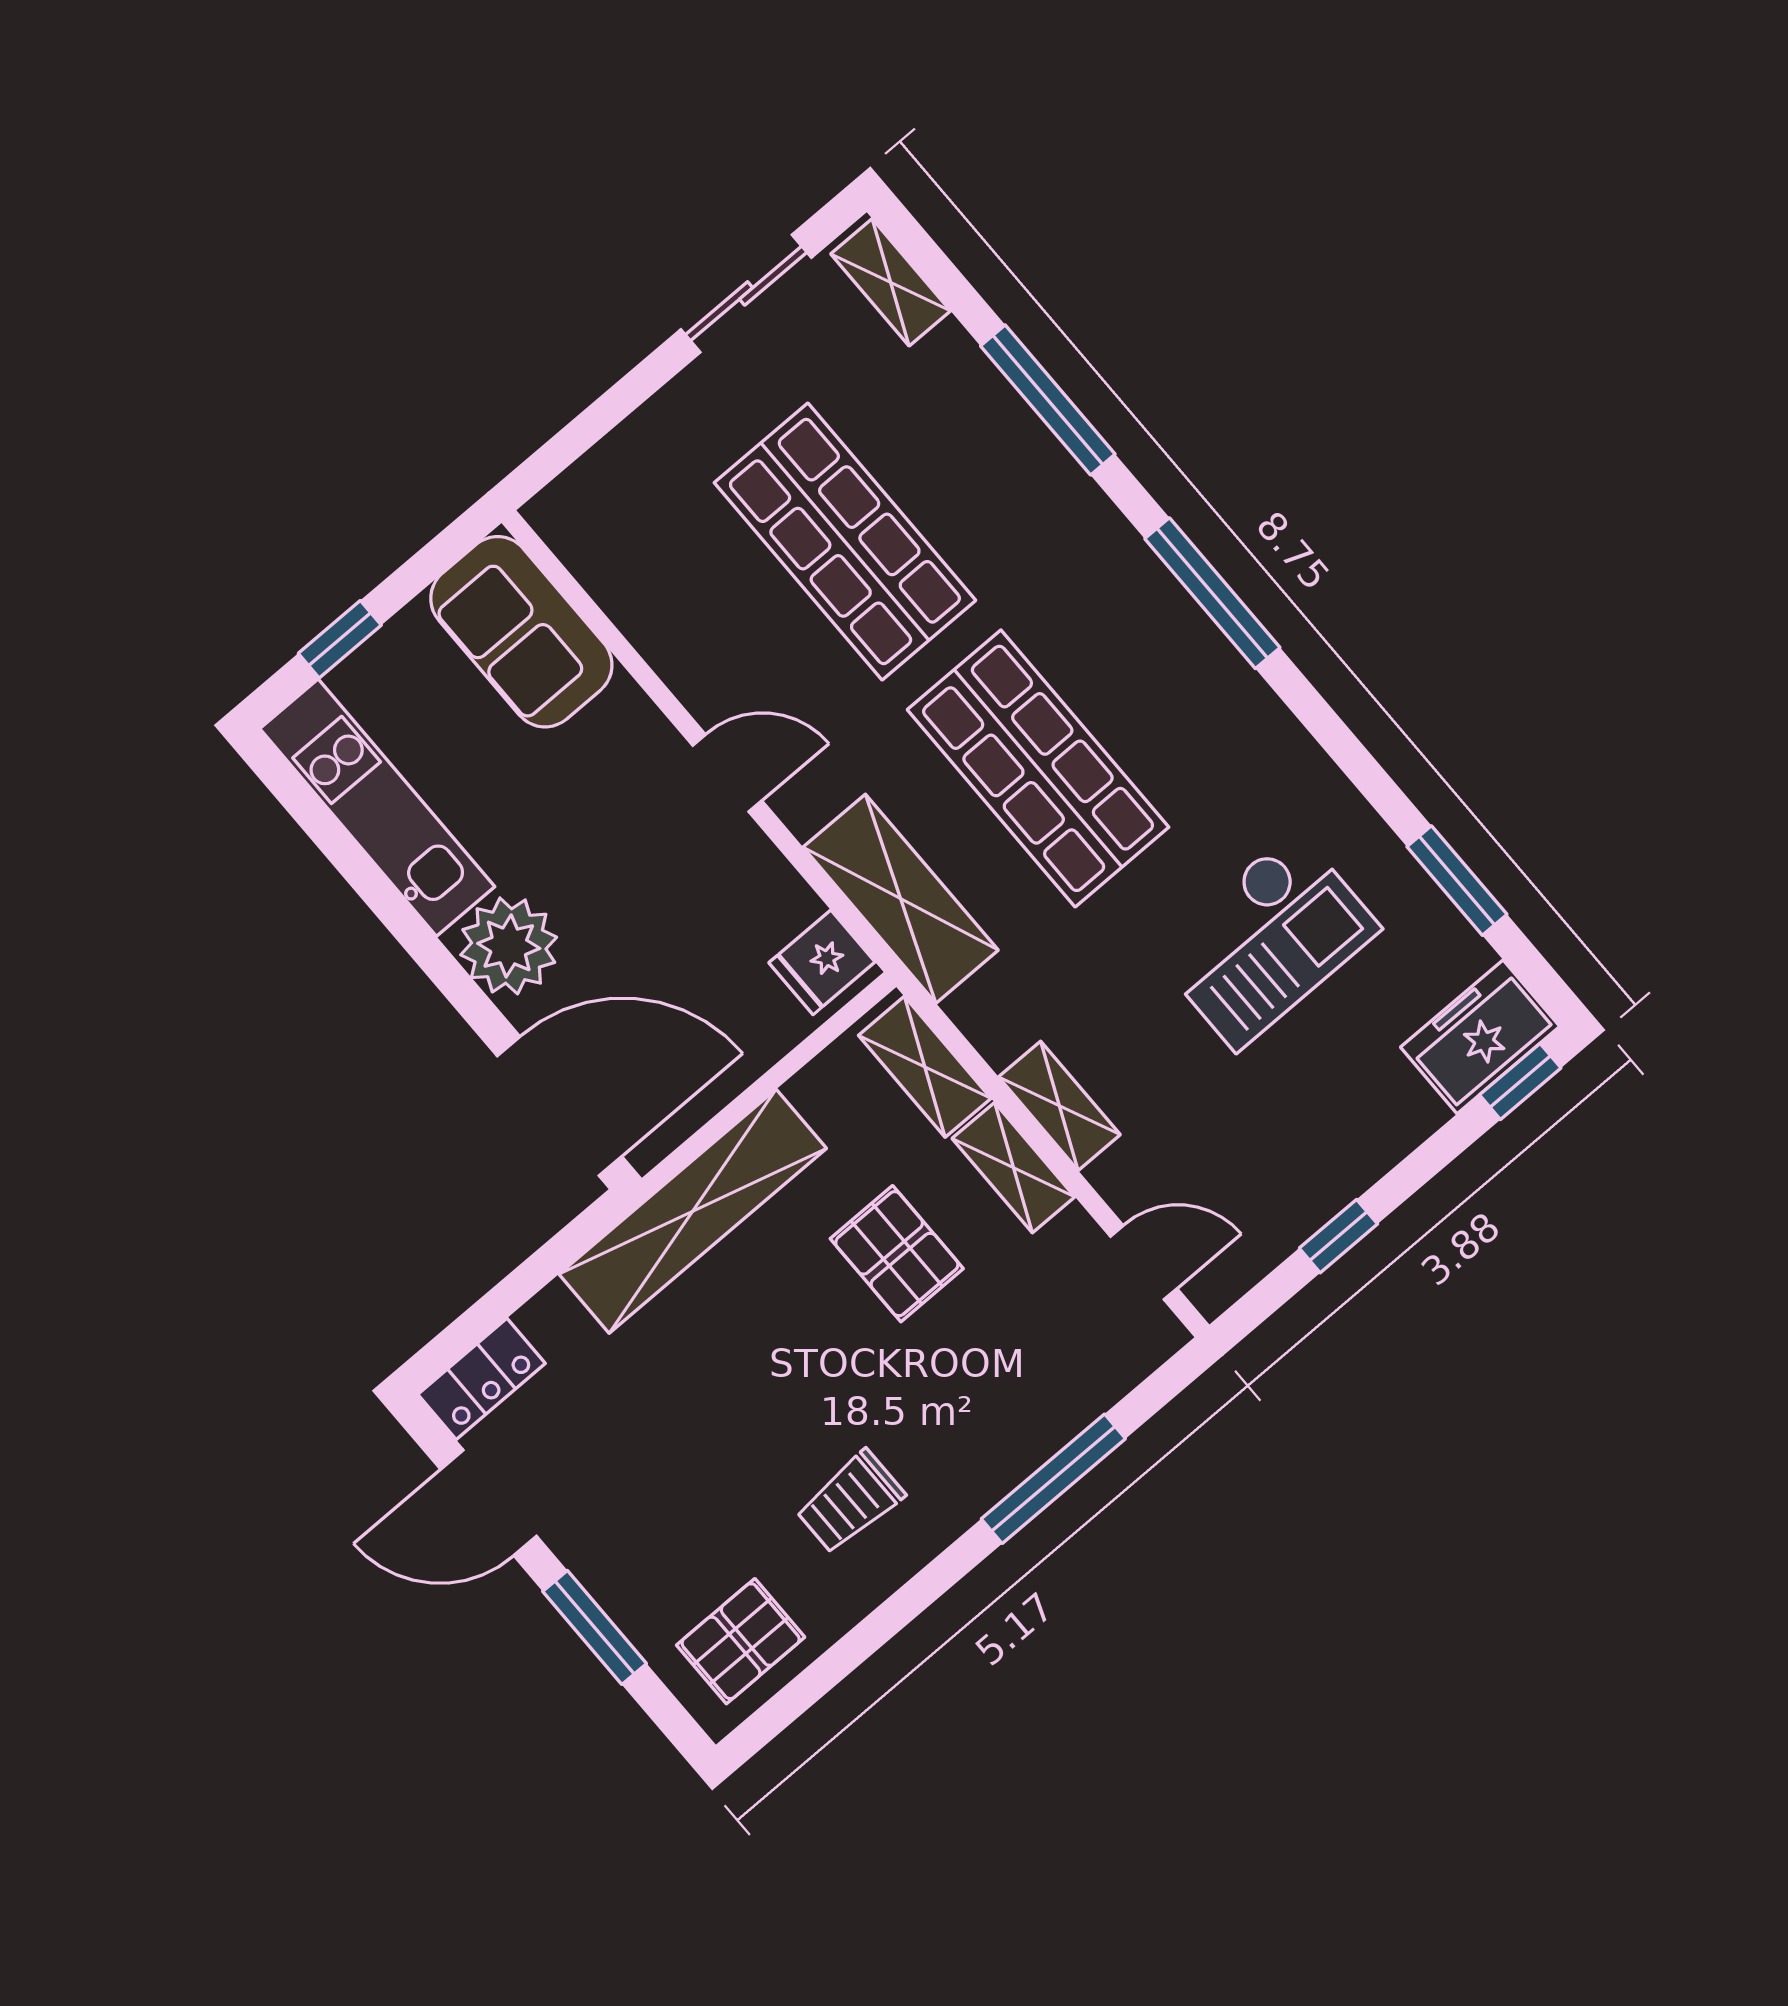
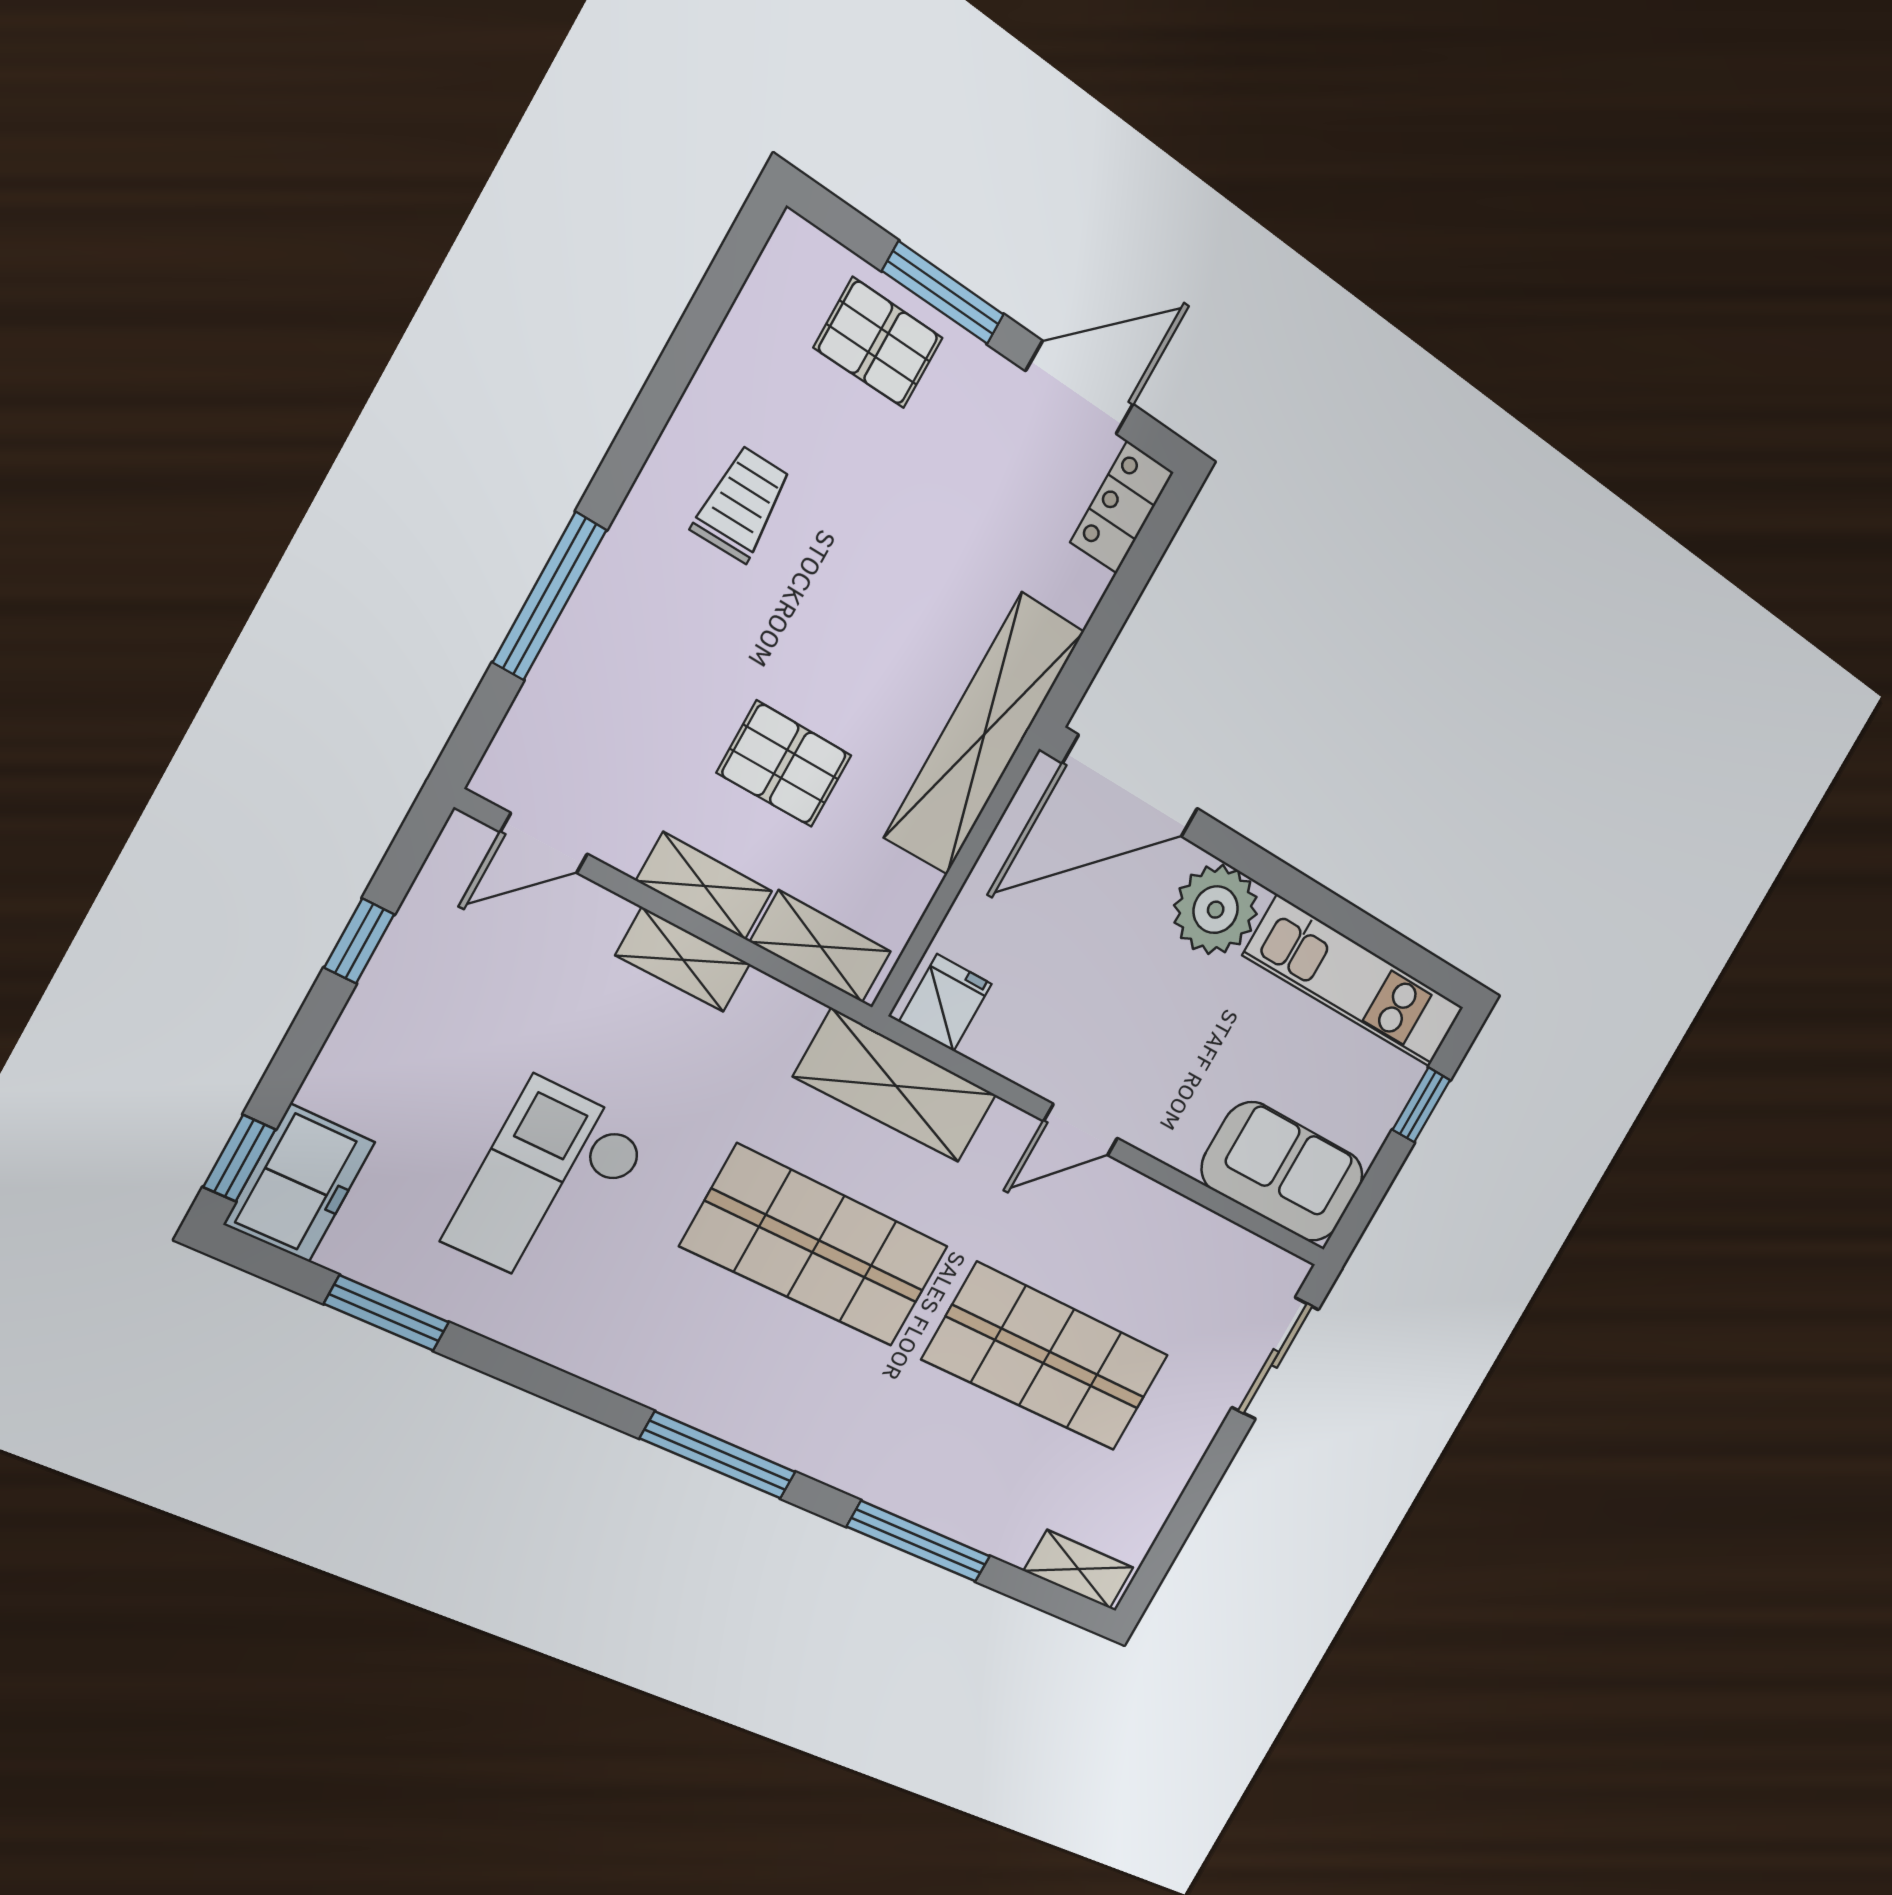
sliding door: (746, 293) -> (1275, 1358), moved
pallet: (741, 1641) -> (878, 343), moved, turned 90

